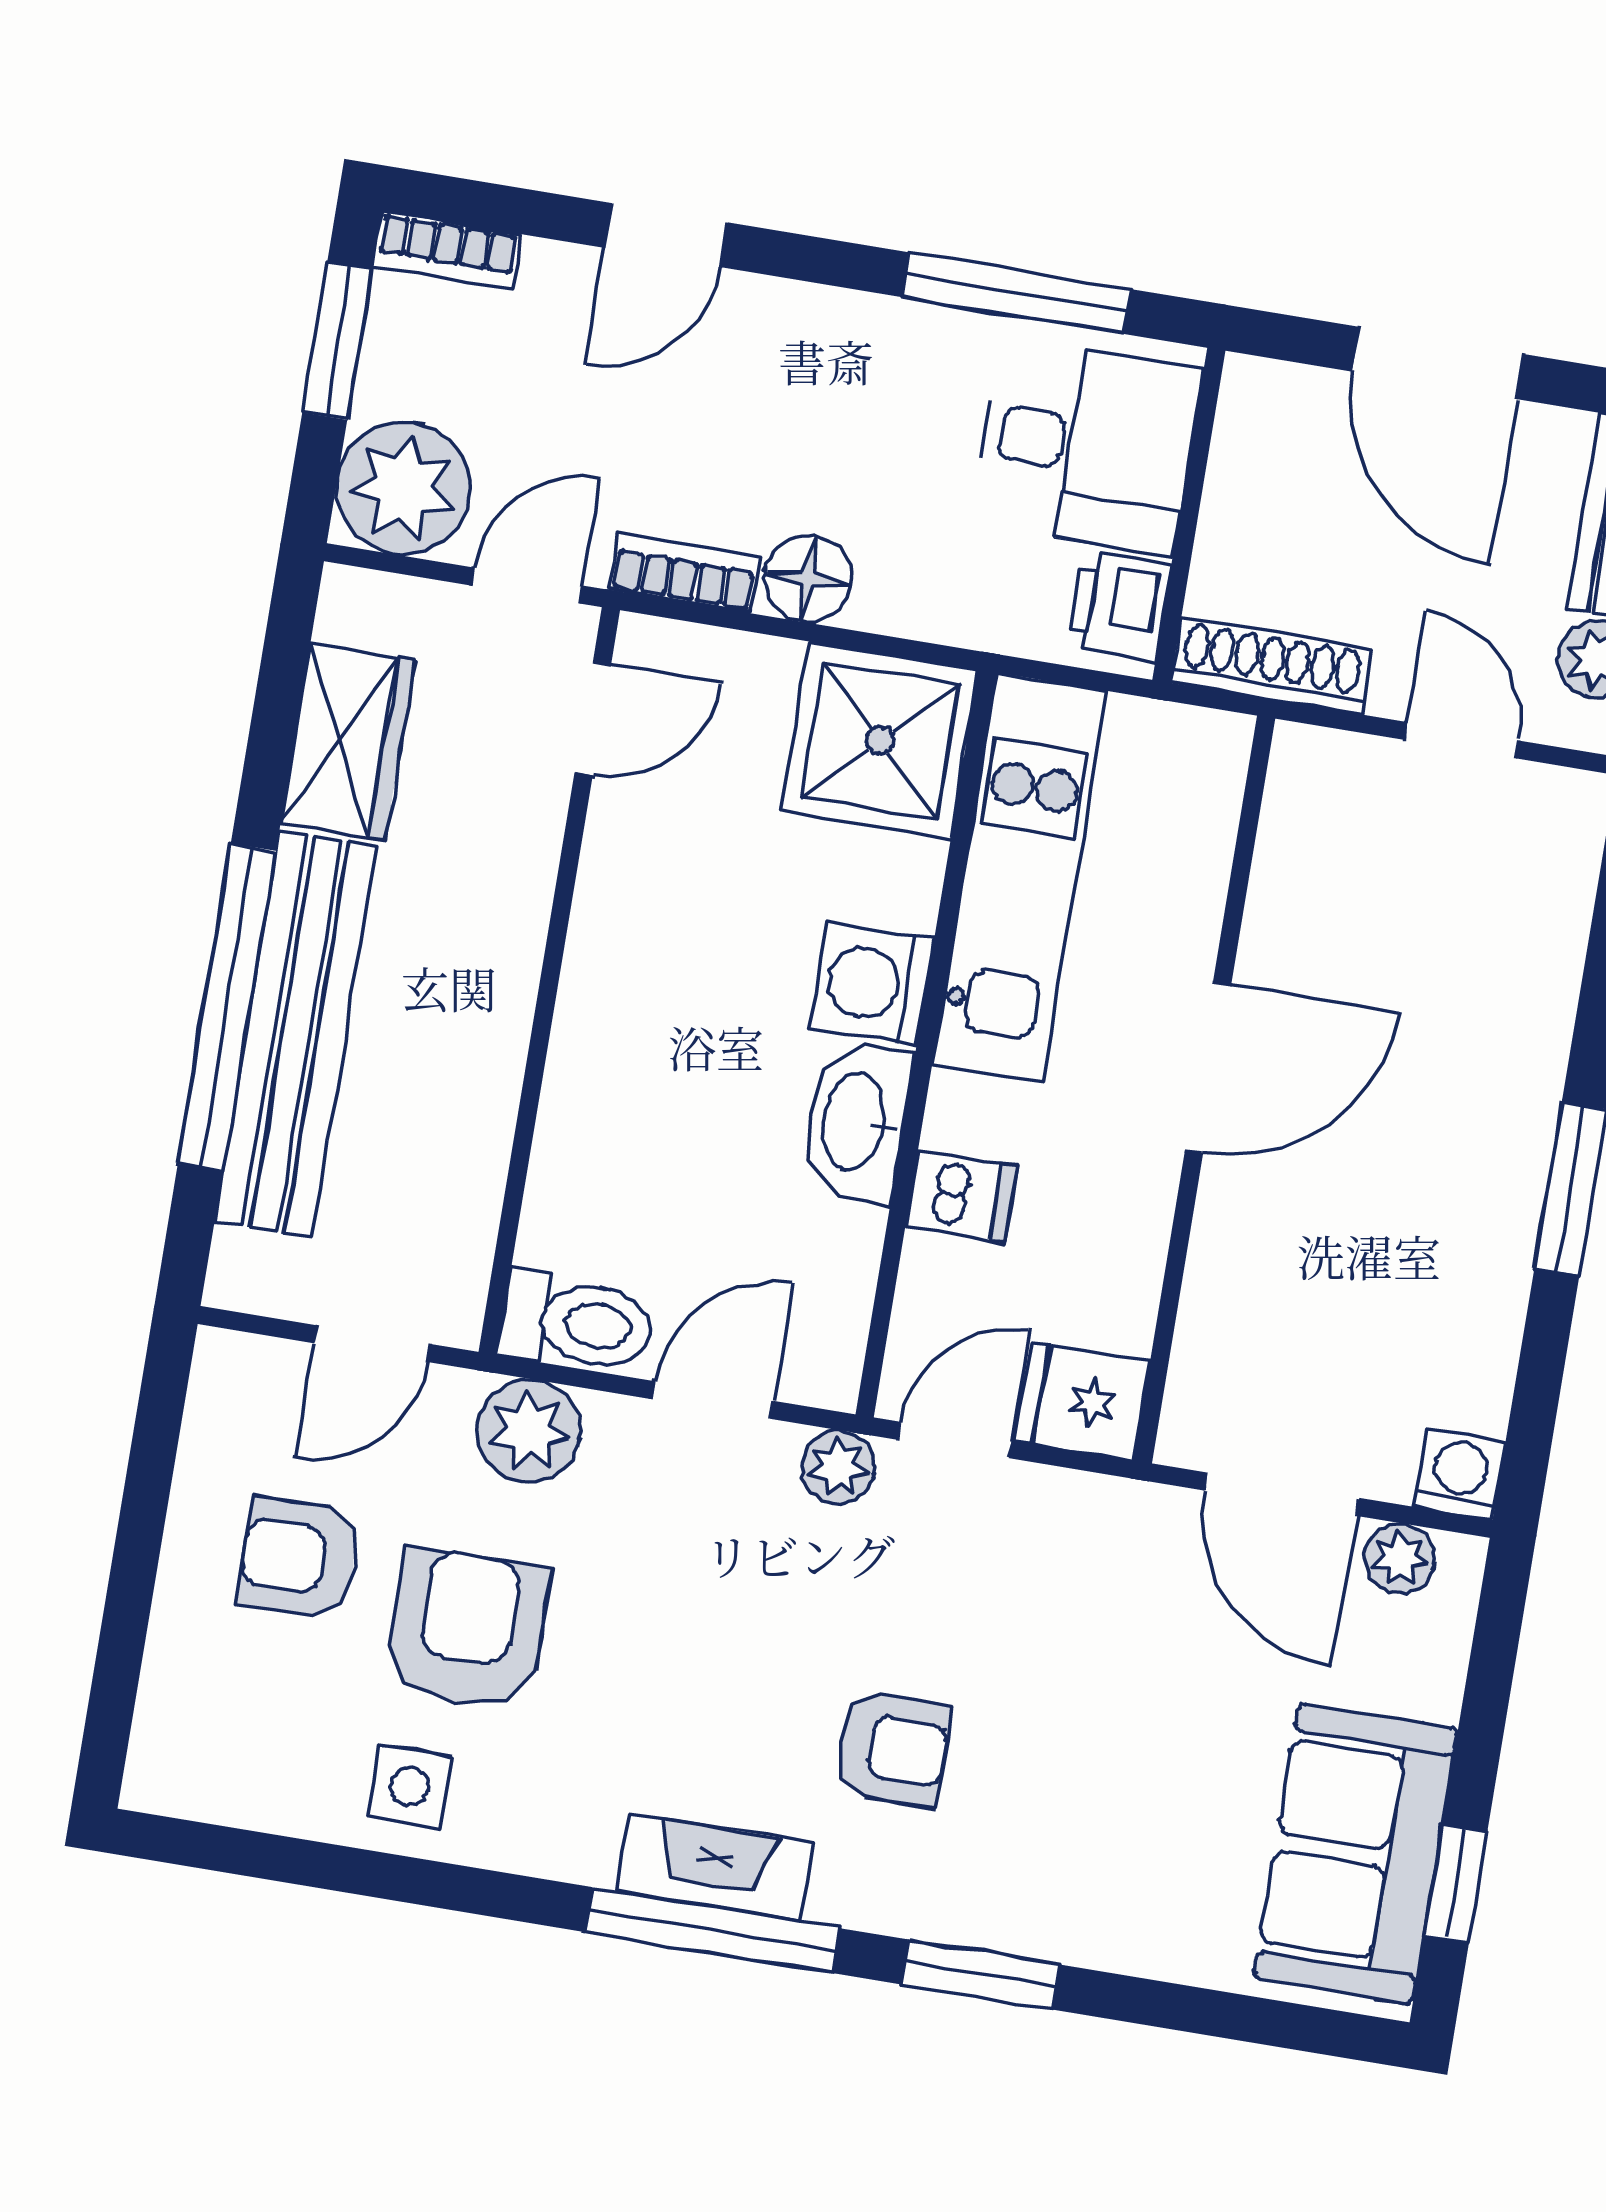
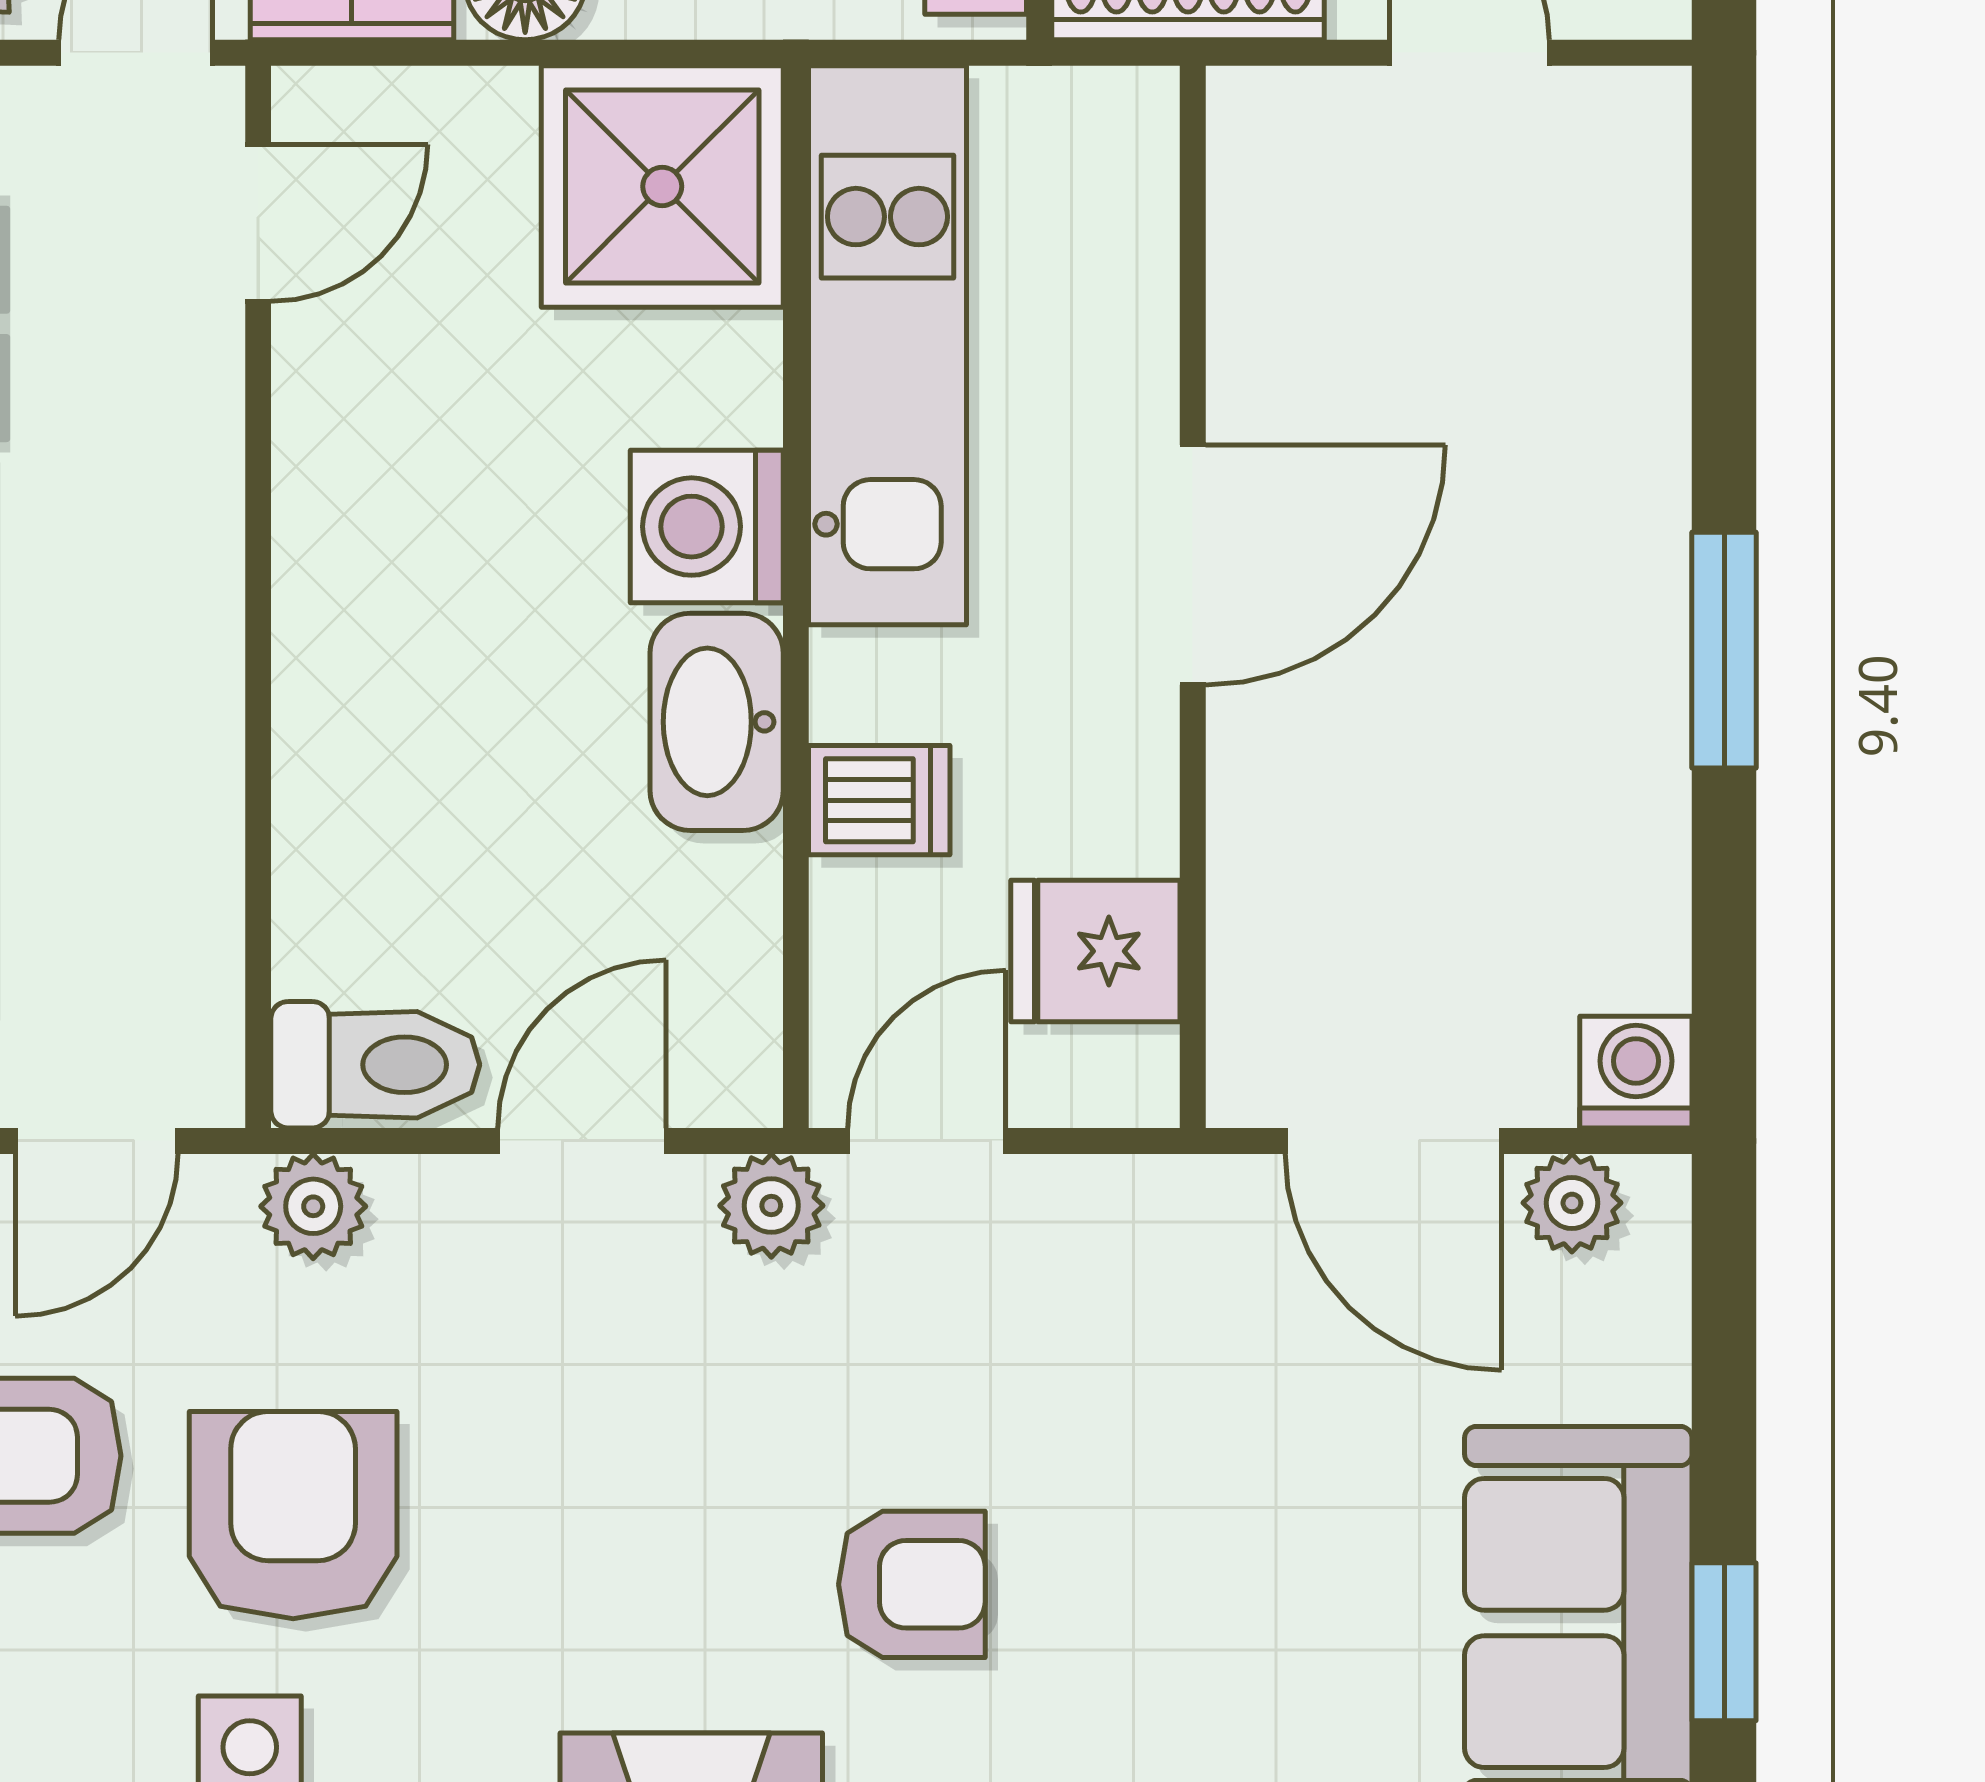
fridge: (1083, 1401) -> (1095, 951), moved
plant: (529, 1431) -> (313, 1206), width x0.73, depth x0.73

